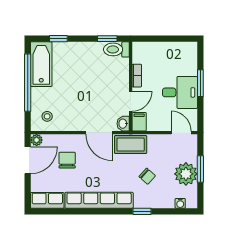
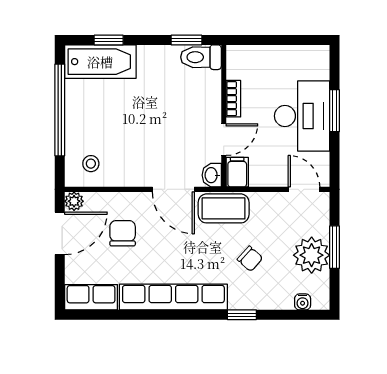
bathtub: (41, 64) -> (100, 62), moved, turned 90
desk: (180, 92) -> (302, 116), width x1.37

